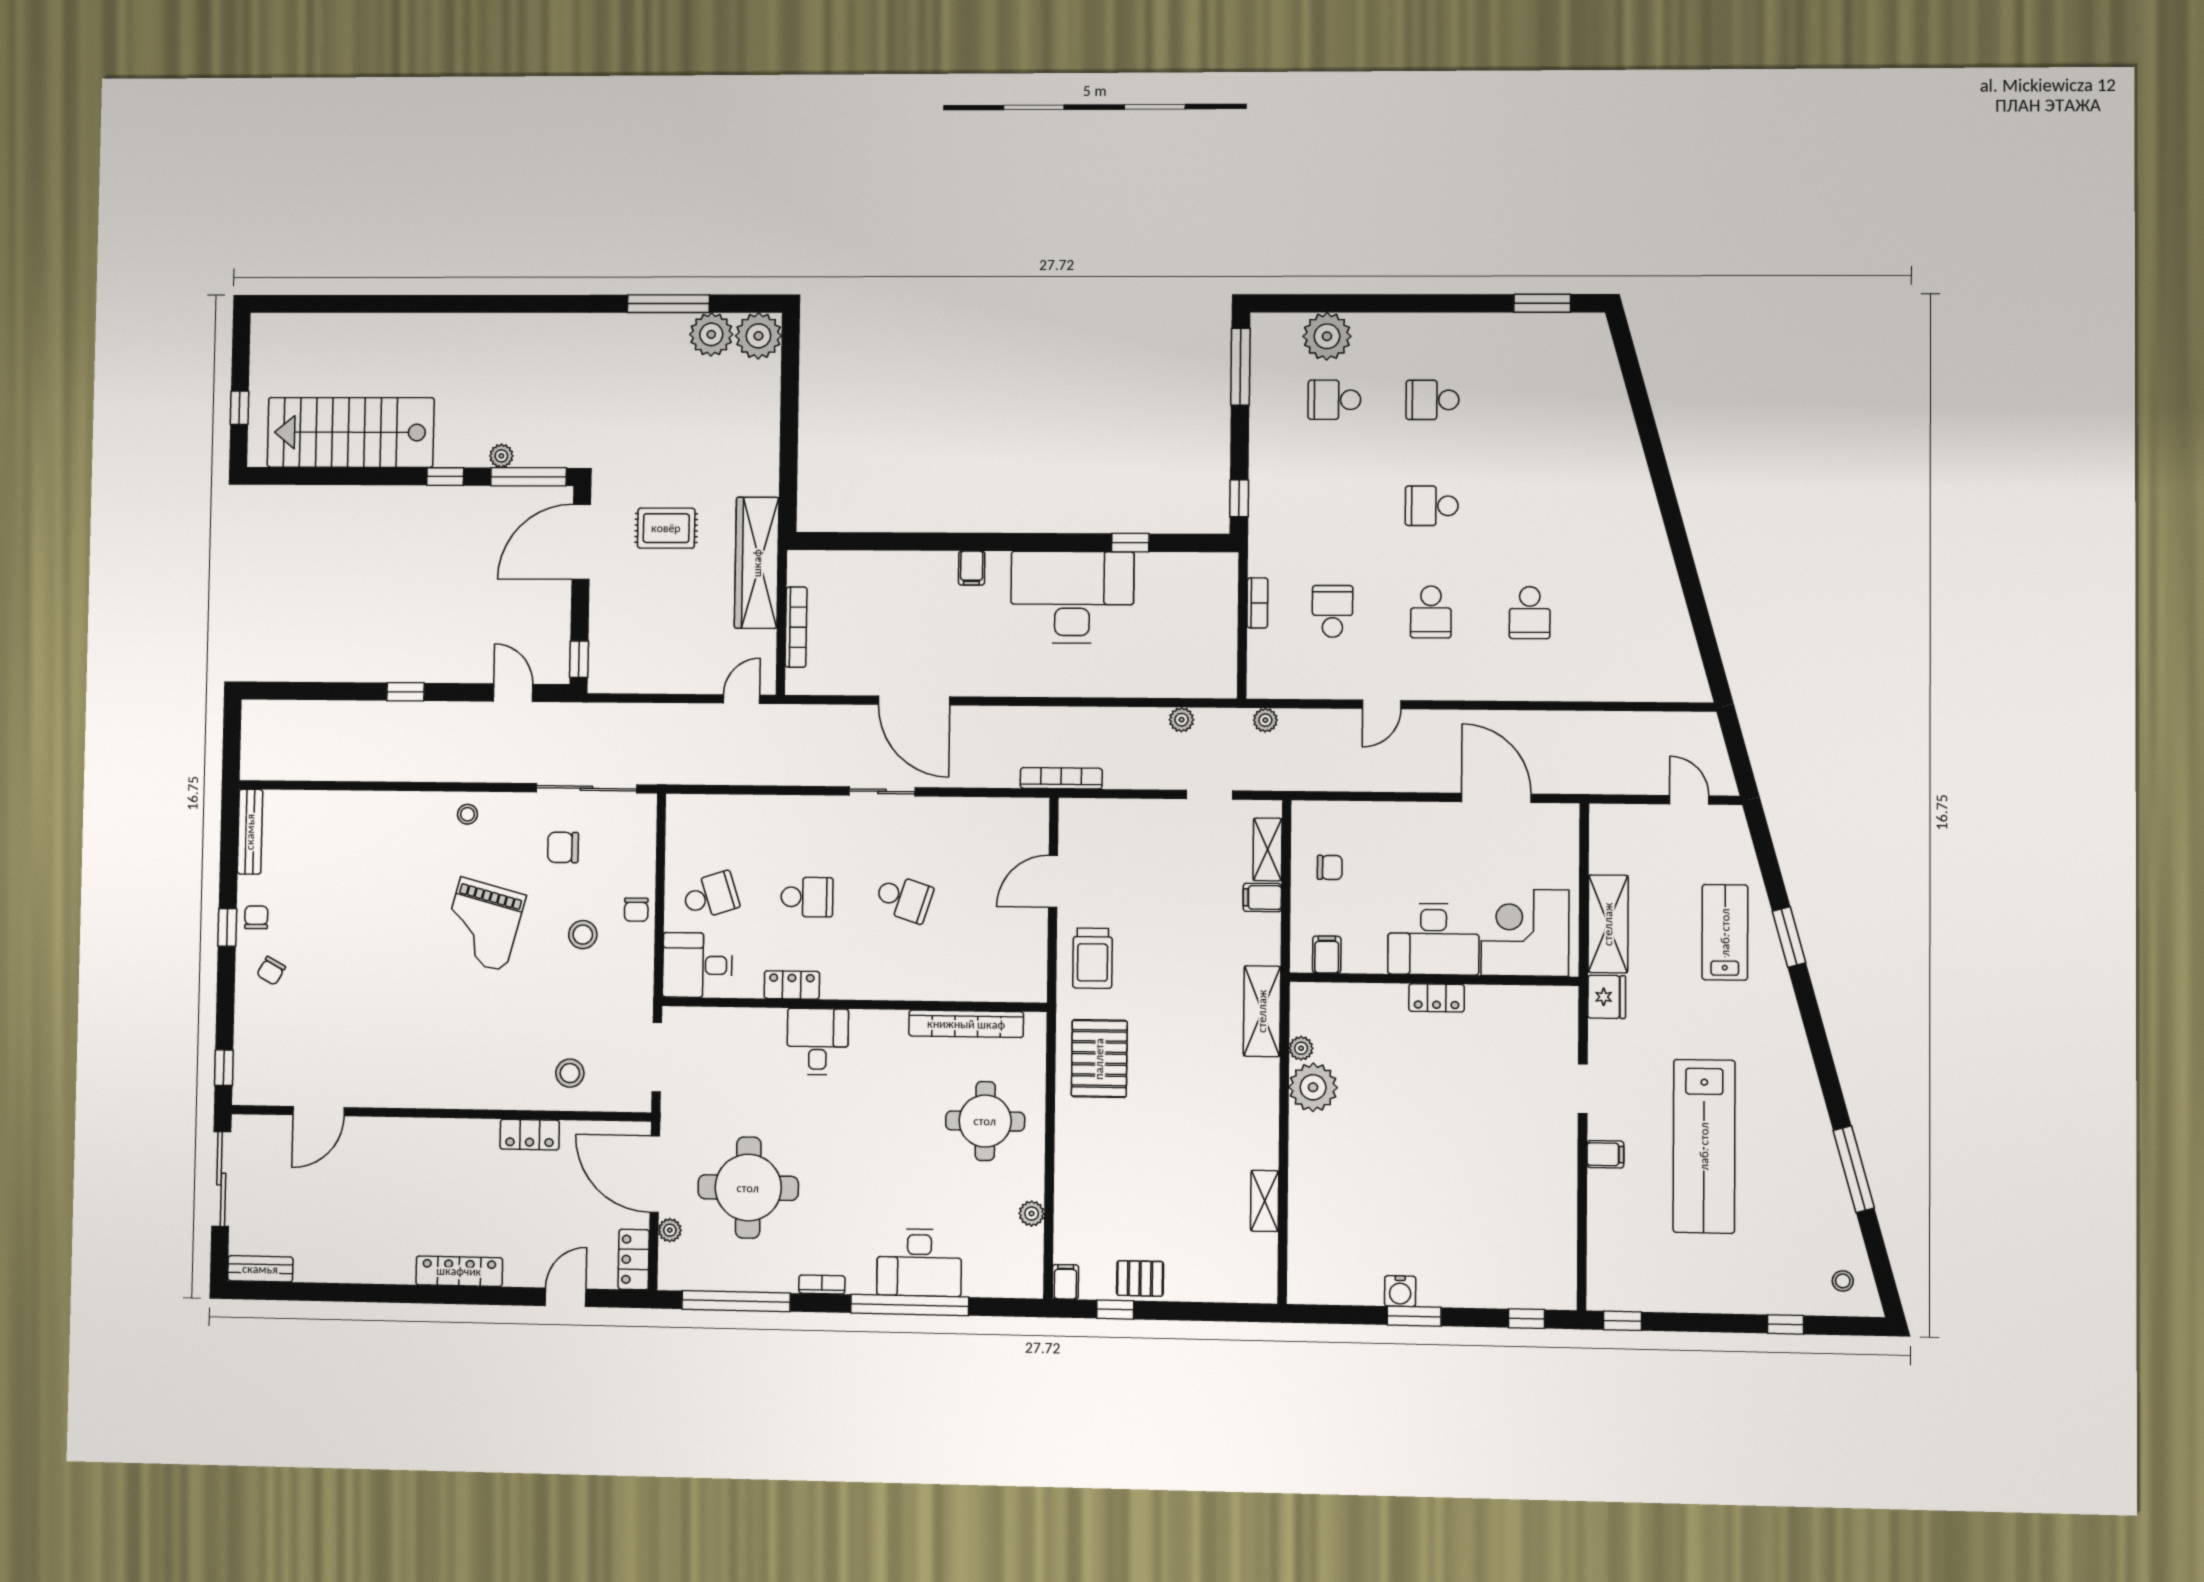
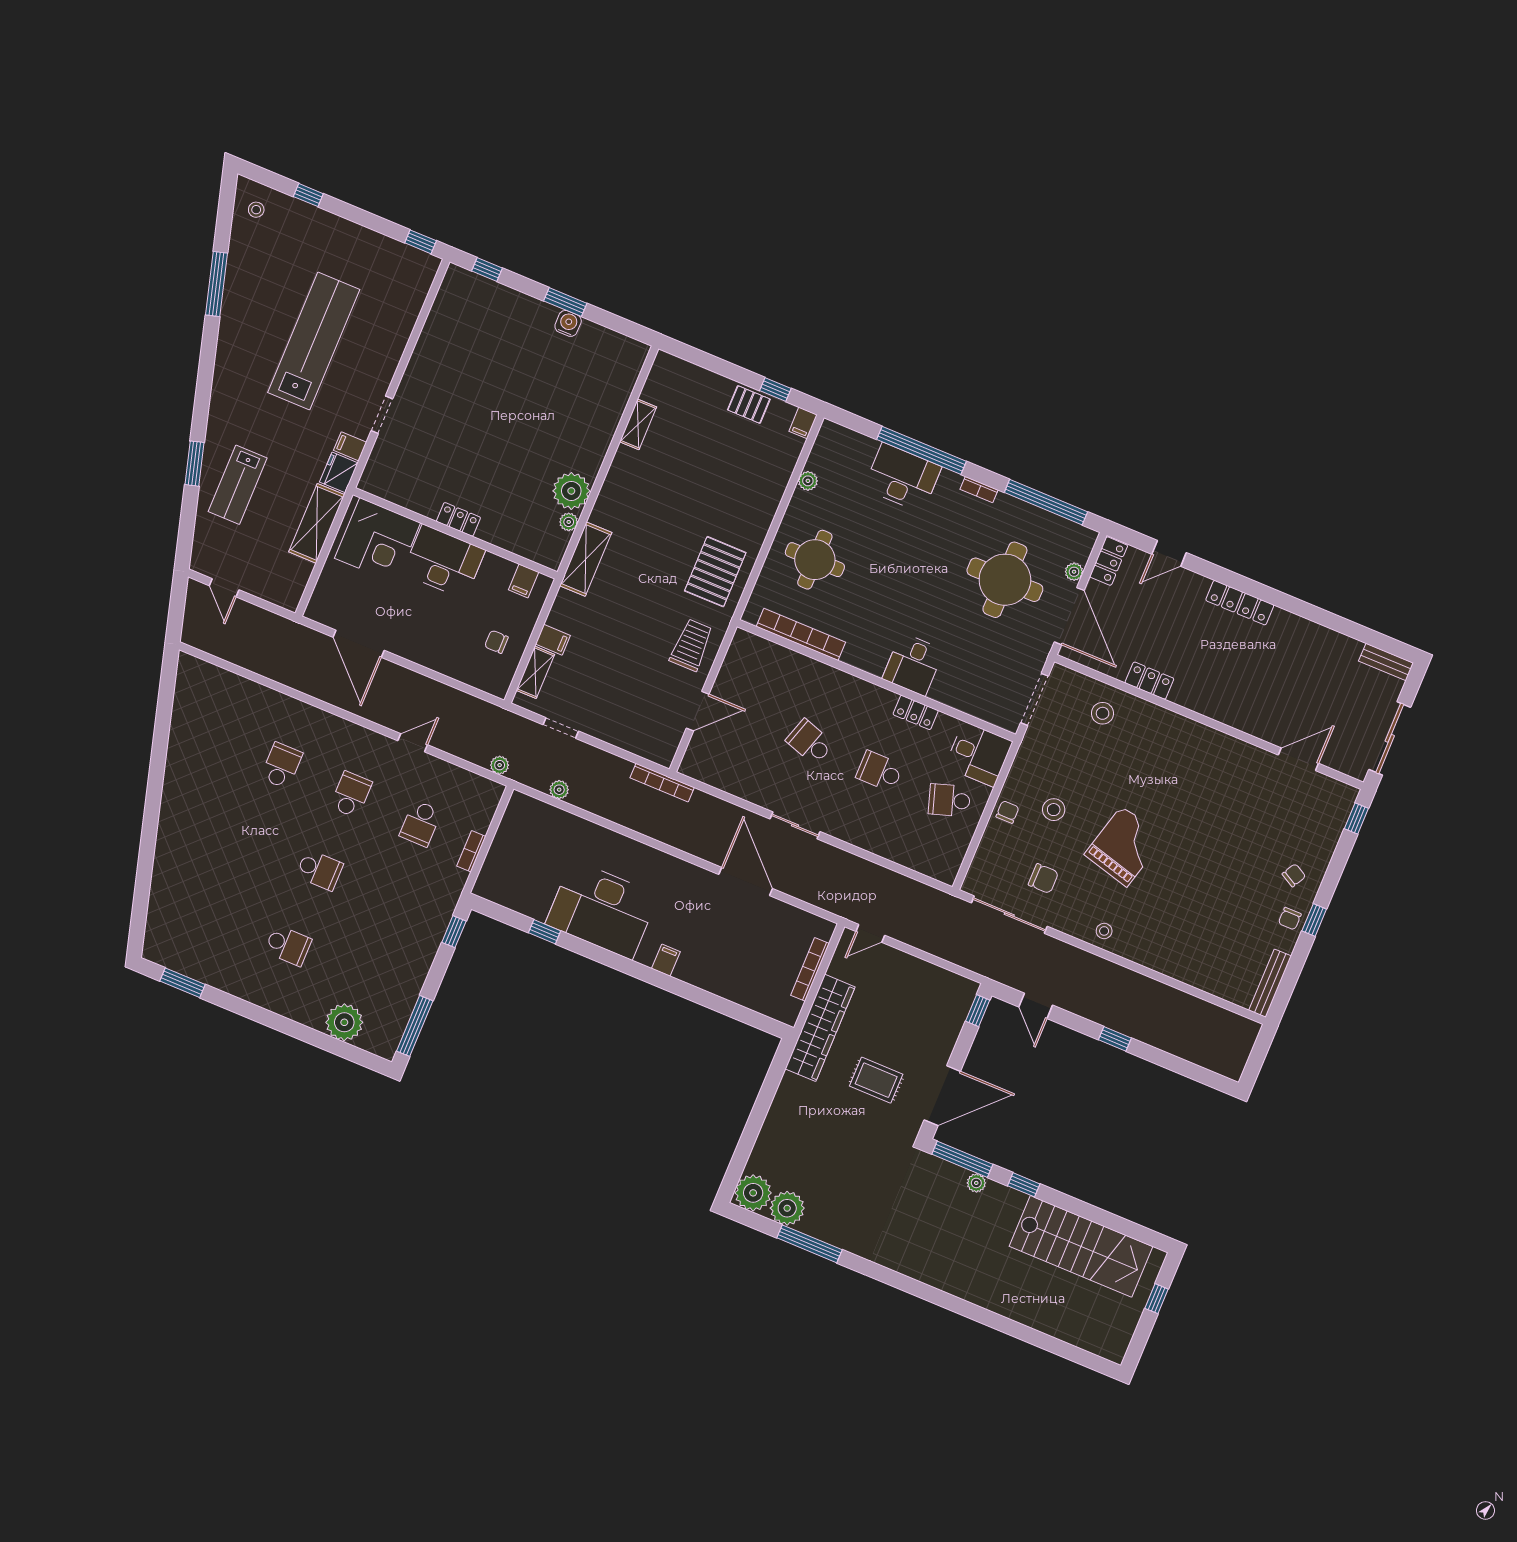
school desk: (1334, 400) -> (358, 974), removed
filing cabinet: (1605, 1154) -> (350, 446), moved

